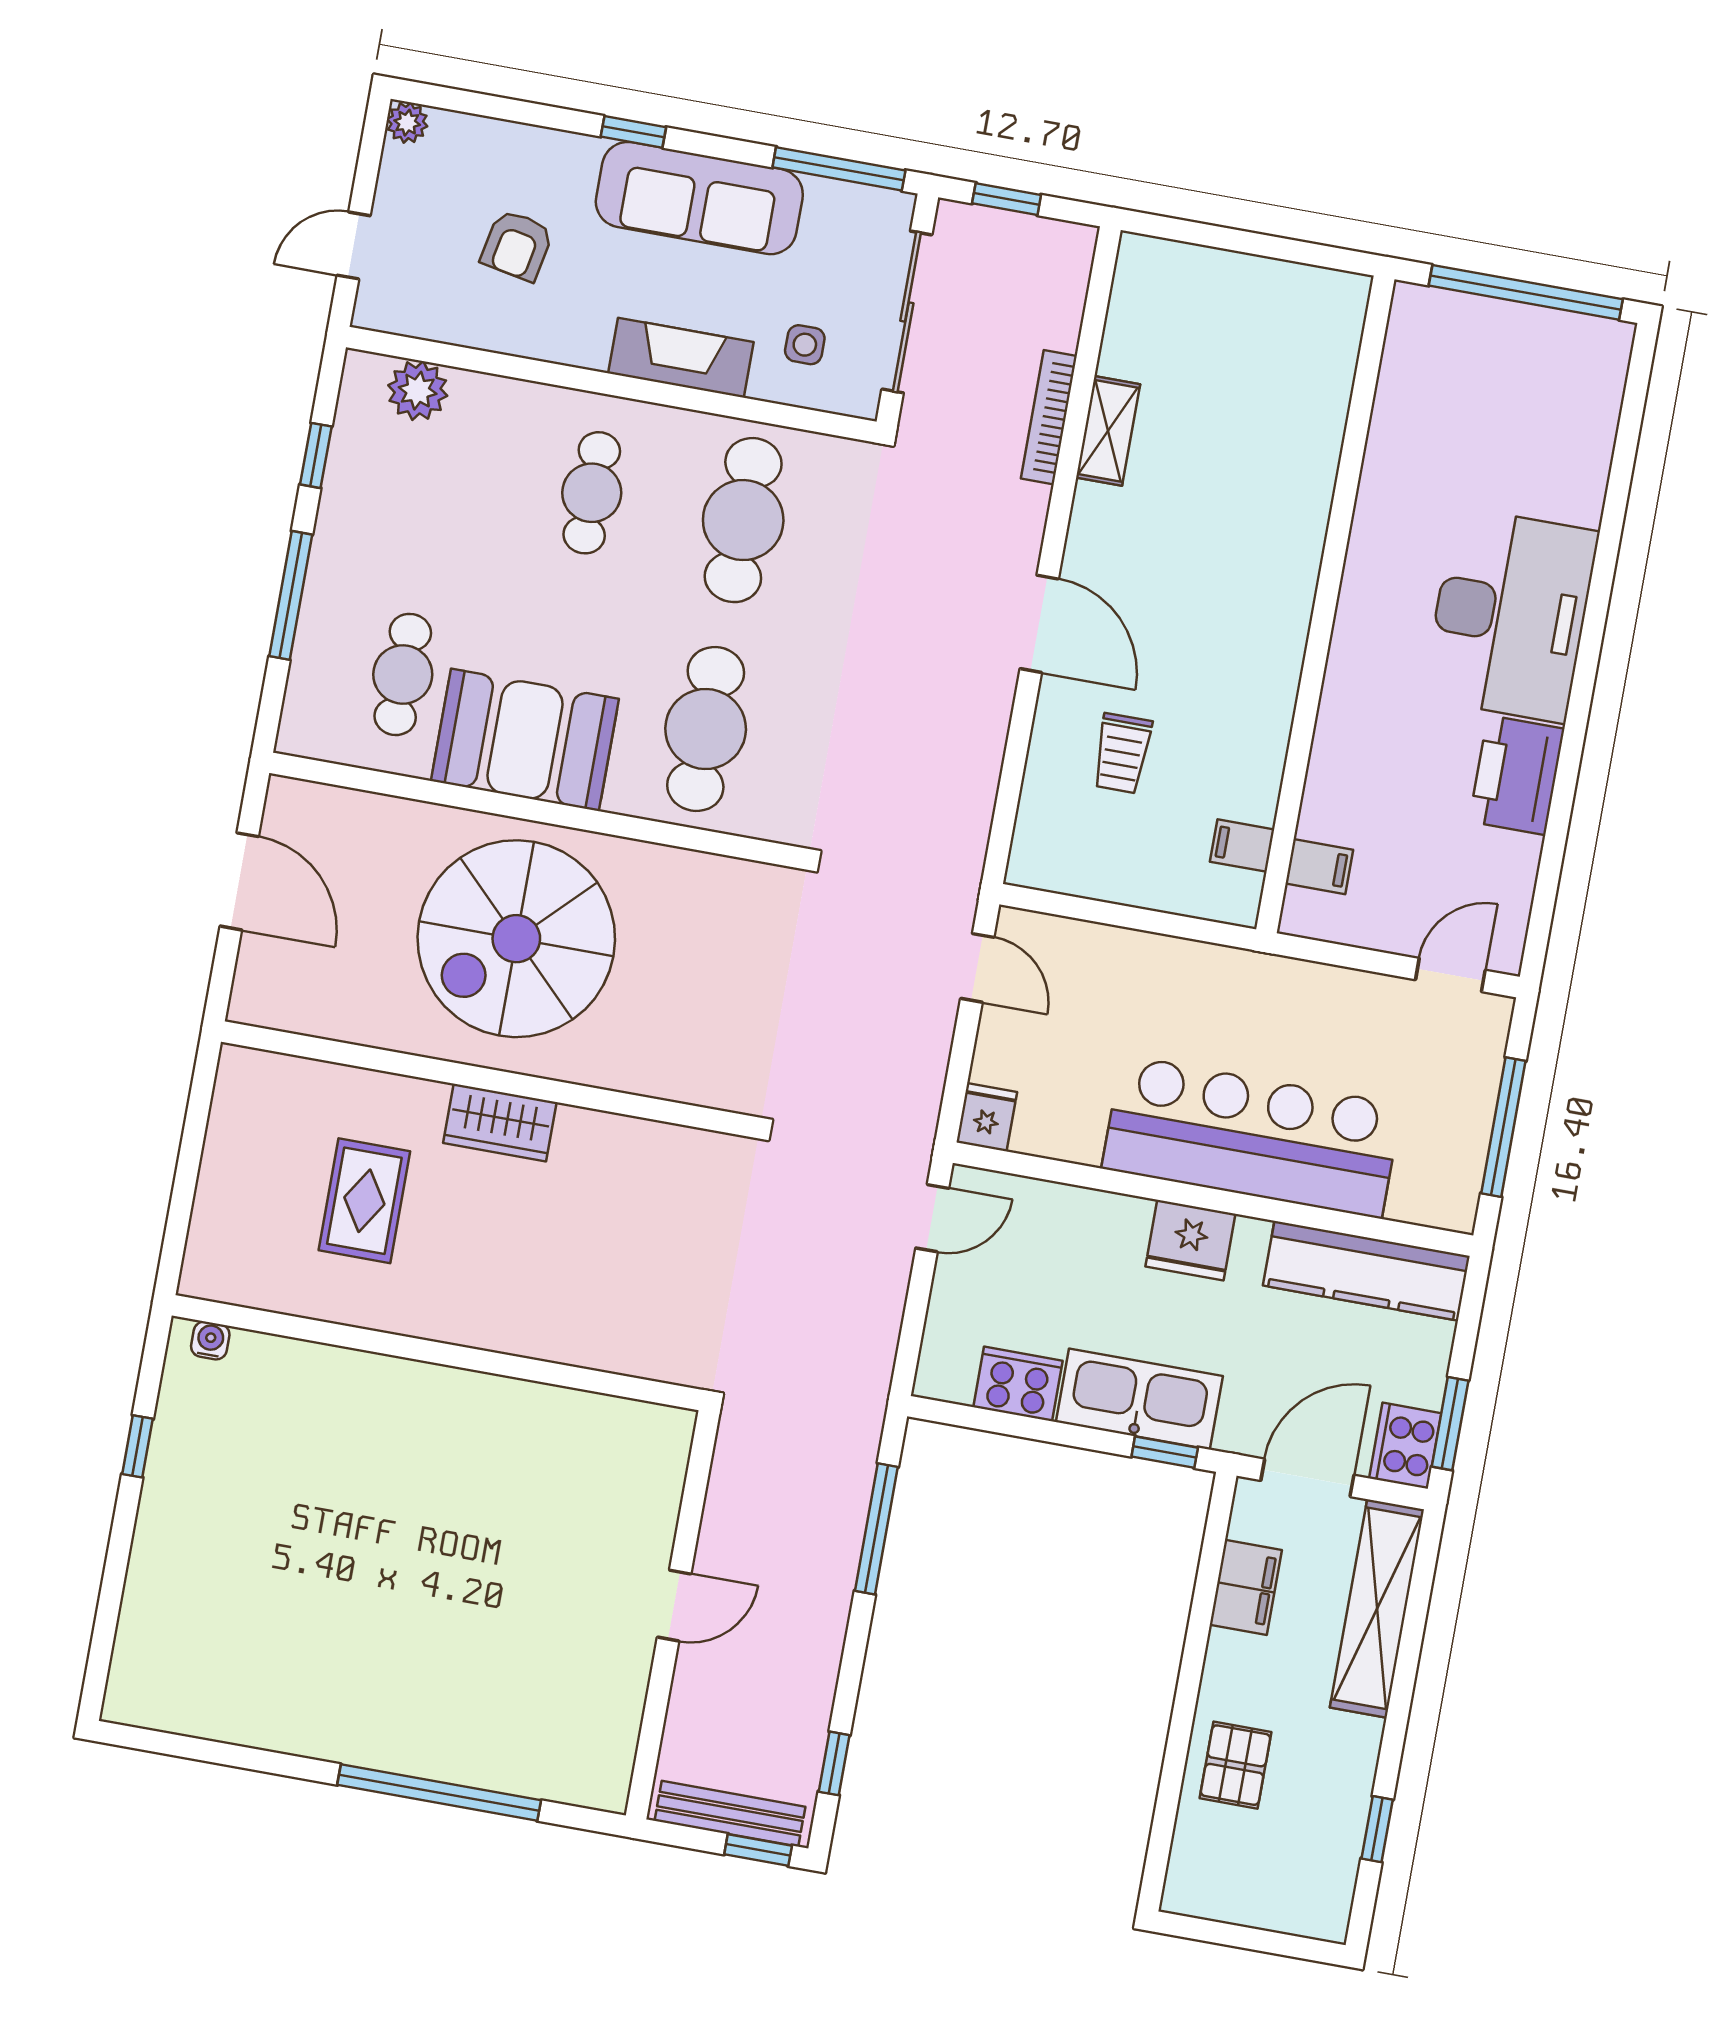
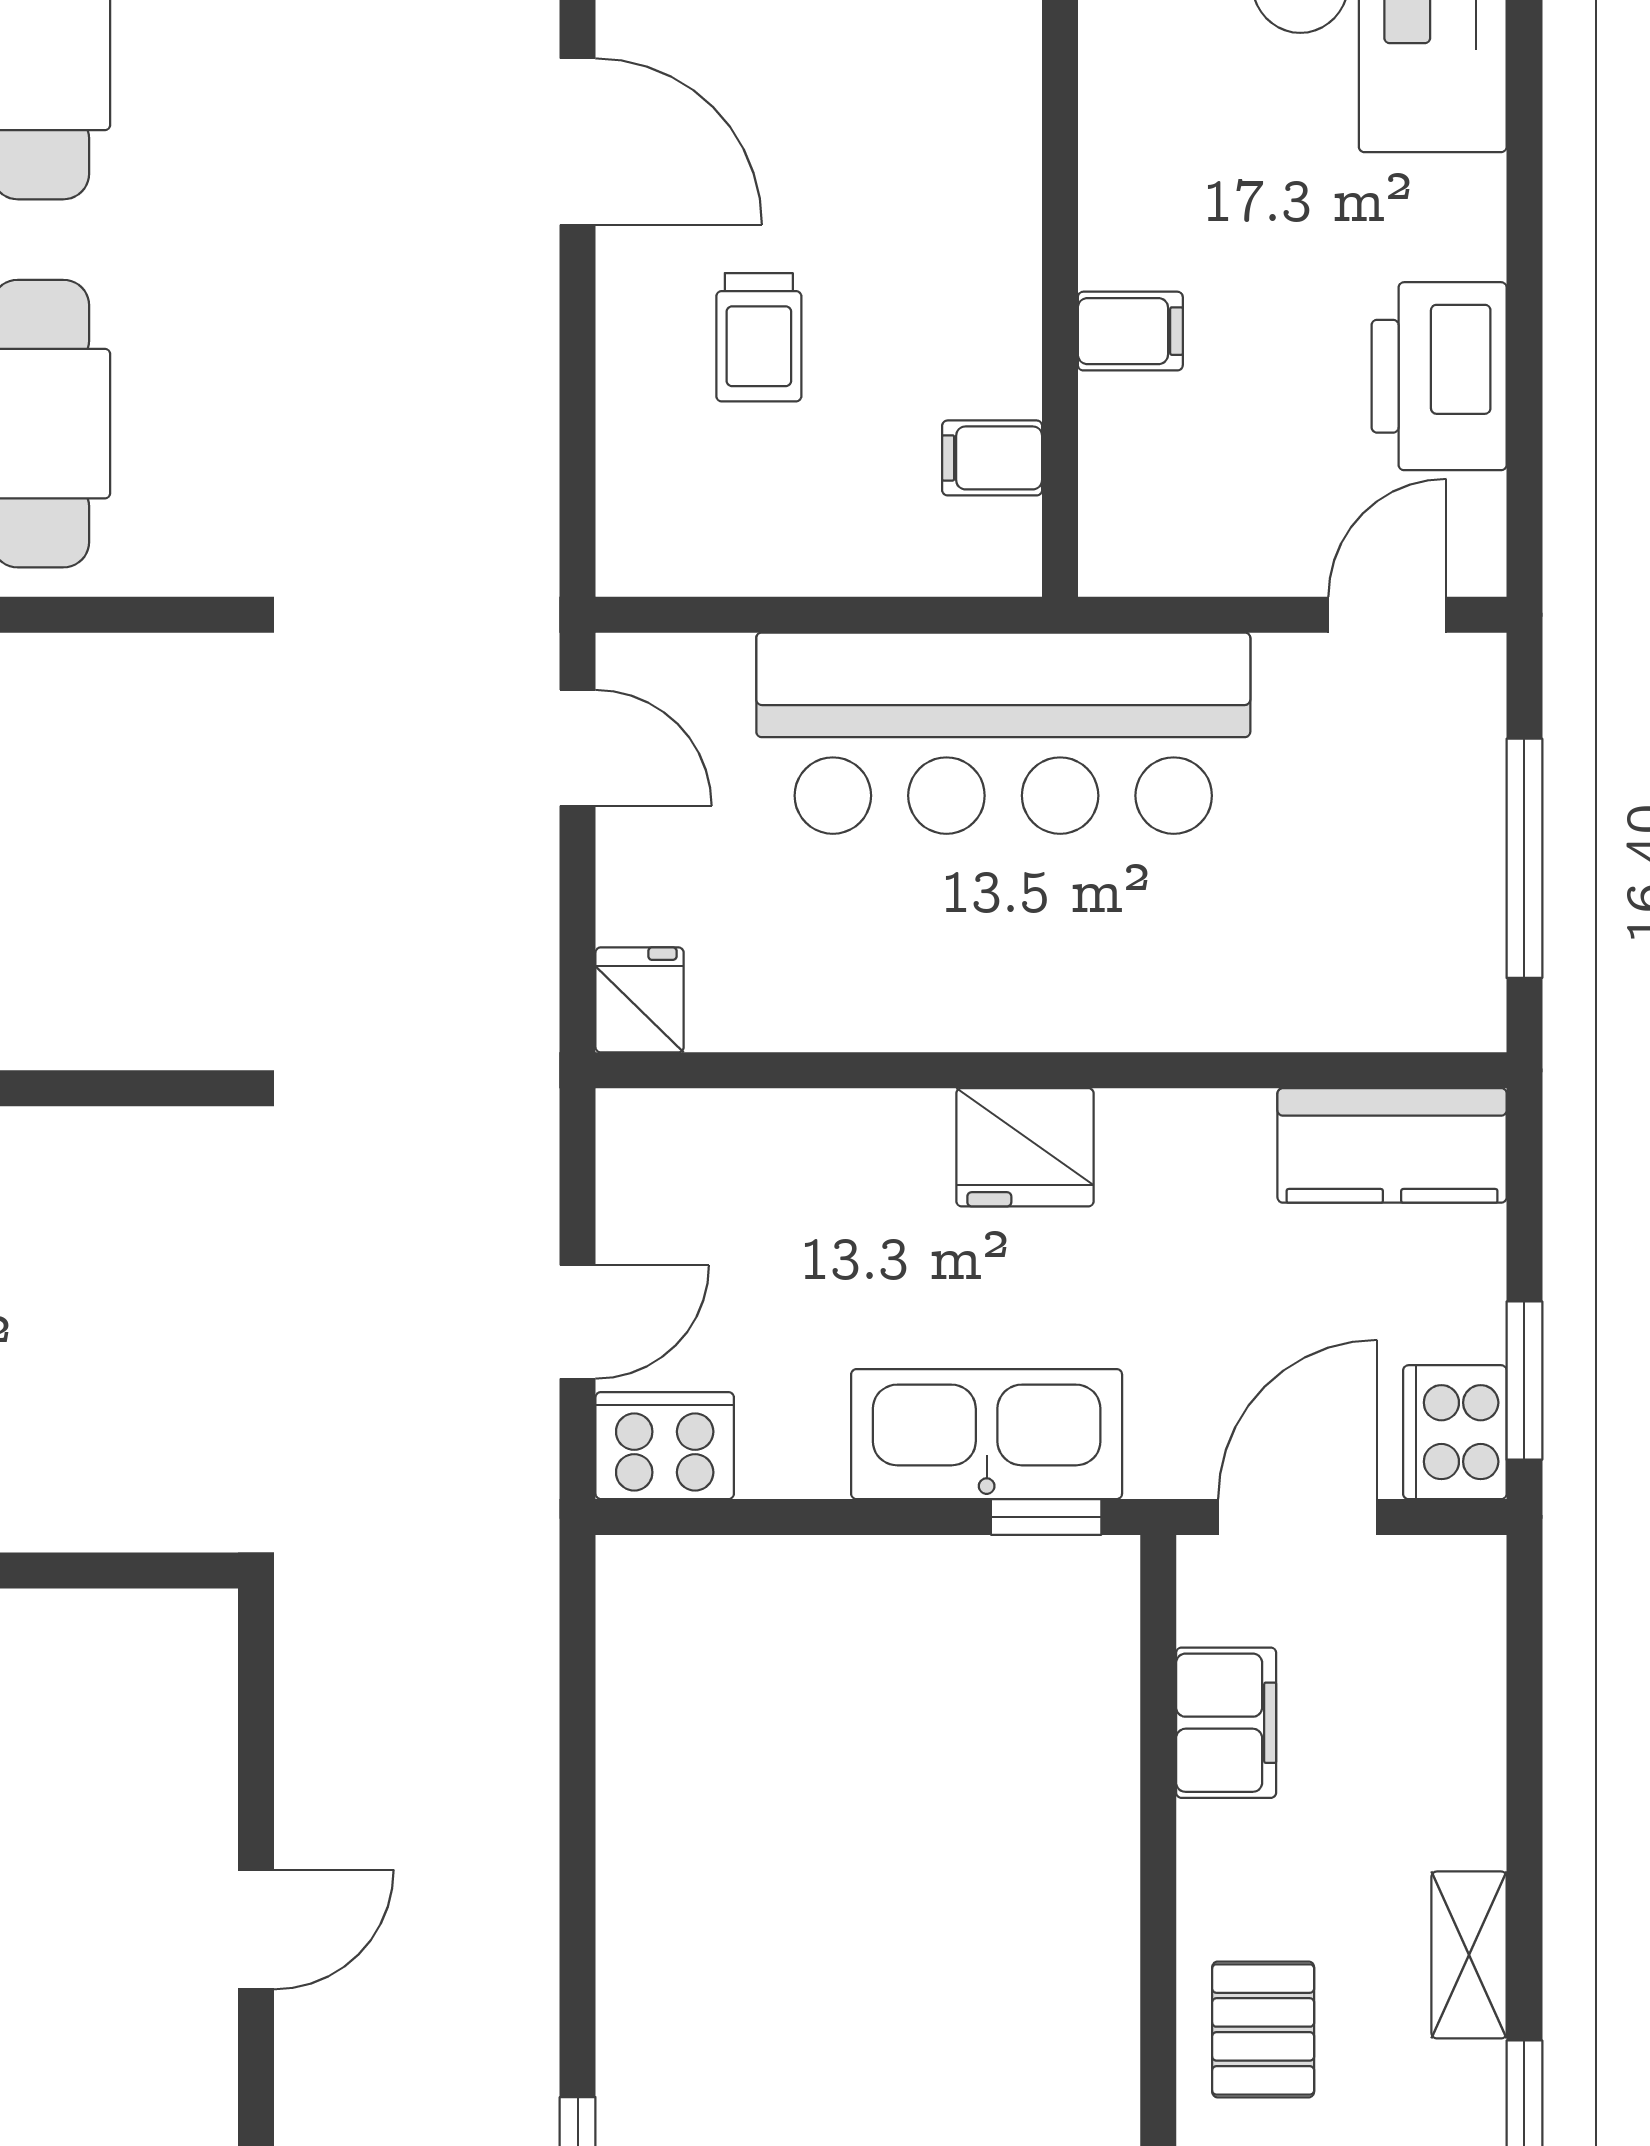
printer: (1517, 775) -> (1439, 376), moved
filing cabinet: (1319, 867) -> (1130, 331), moved
bar counter: (1252, 1137) -> (1003, 733), moved, turned 180
door: (932, 1218) -> (578, 1322), moved
kitchen counter: (1366, 1271) -> (1392, 1145), width x0.67
cooker: (1018, 1384) -> (665, 1446), moved
window: (876, 1529) -> (578, 1737), removed
shelving: (1377, 1608) -> (1469, 1955), moved, width x0.45, depth x0.75

